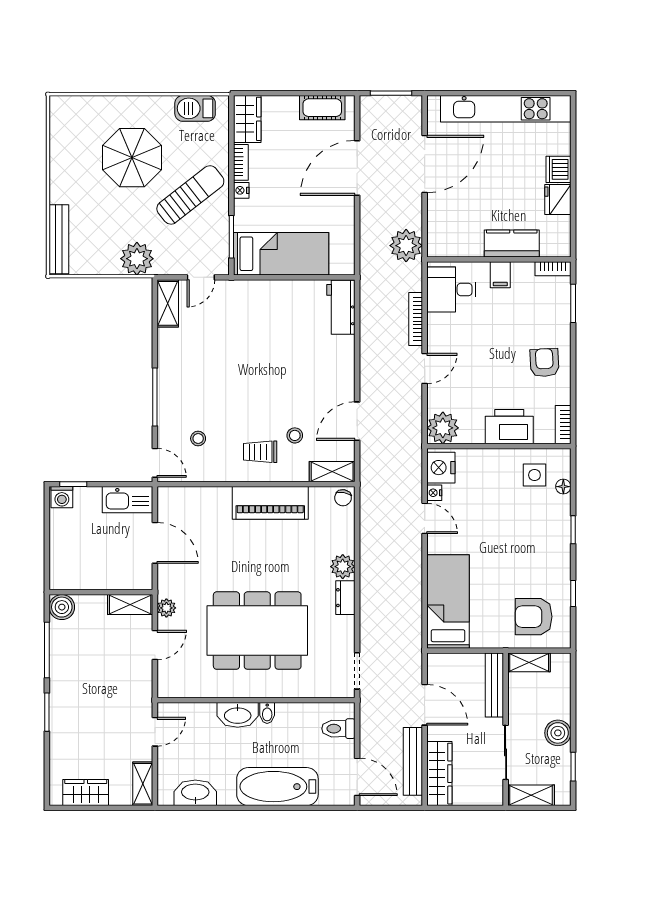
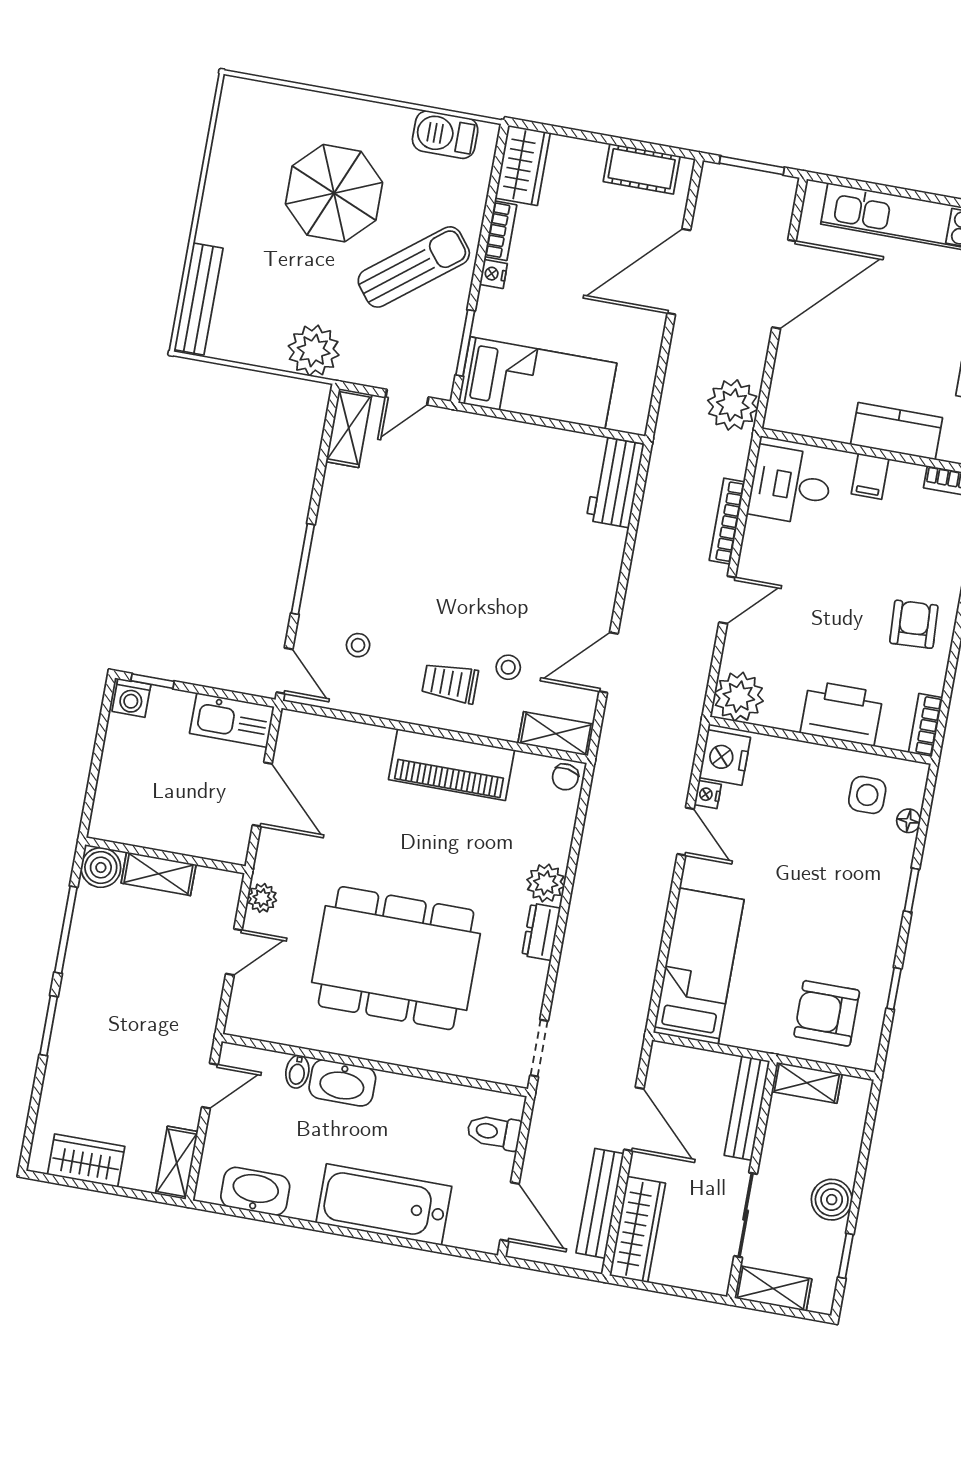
shelving: (130, 605) -> (159, 874), moved
bidet: (267, 713) -> (297, 1072), moved

